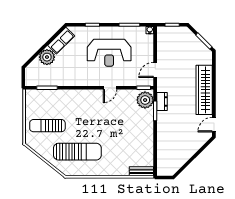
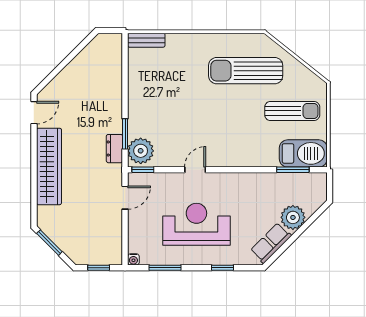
barbecue: (40, 98) -> (303, 153), added

